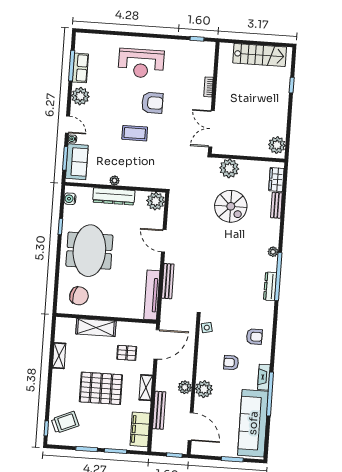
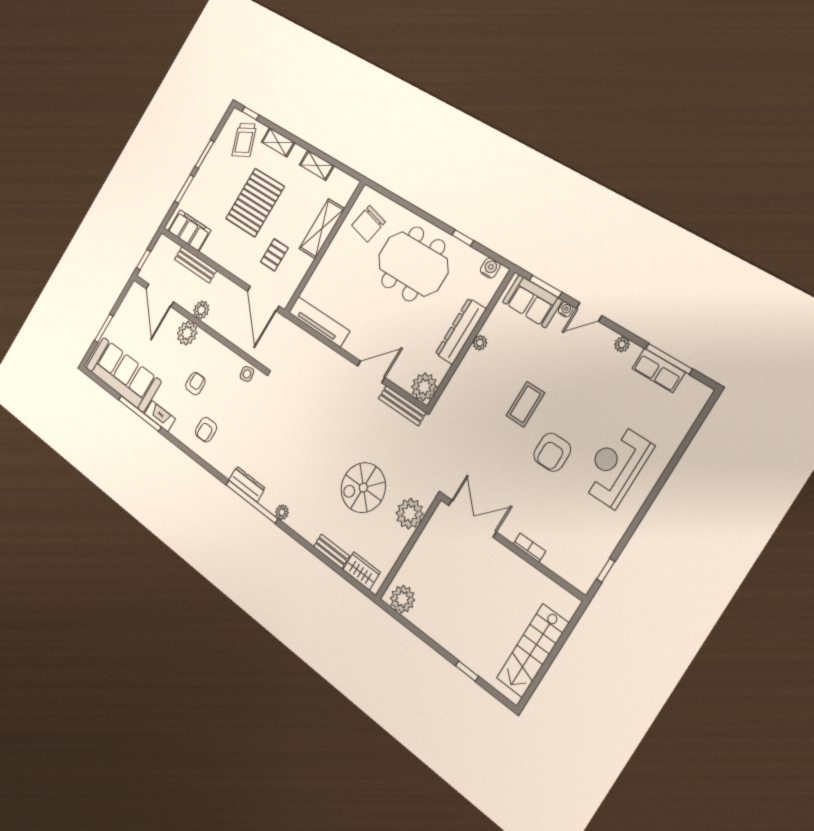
plant: (80, 96) -> (622, 344), width x0.53, depth x0.53
bench: (168, 281) -> (402, 406), moved
shelving: (146, 388) -> (278, 142), moved
door: (191, 427) -> (160, 295), hinge flipped

